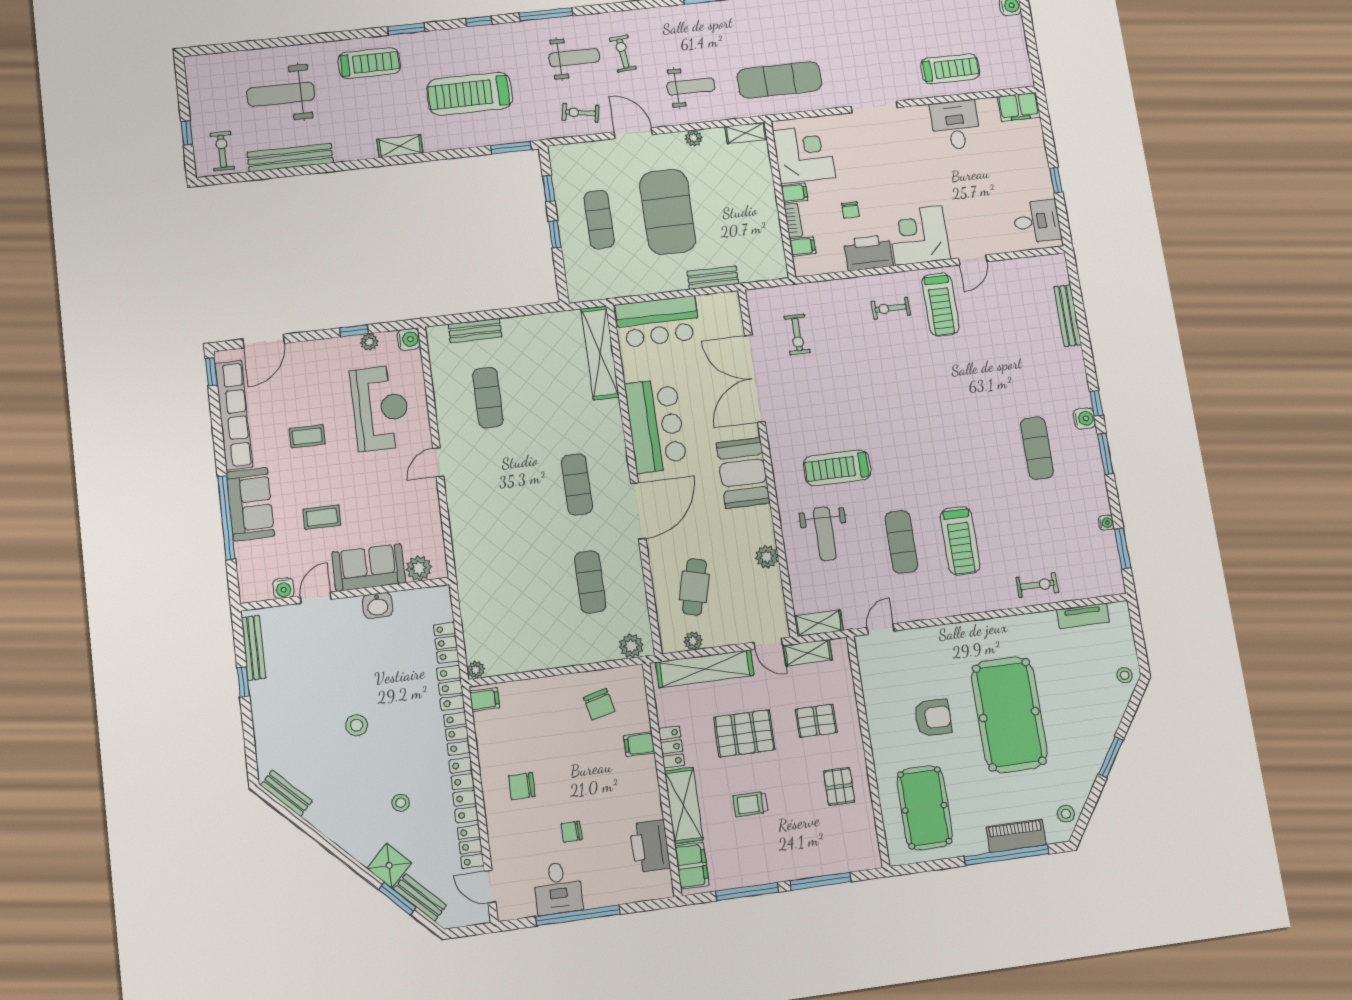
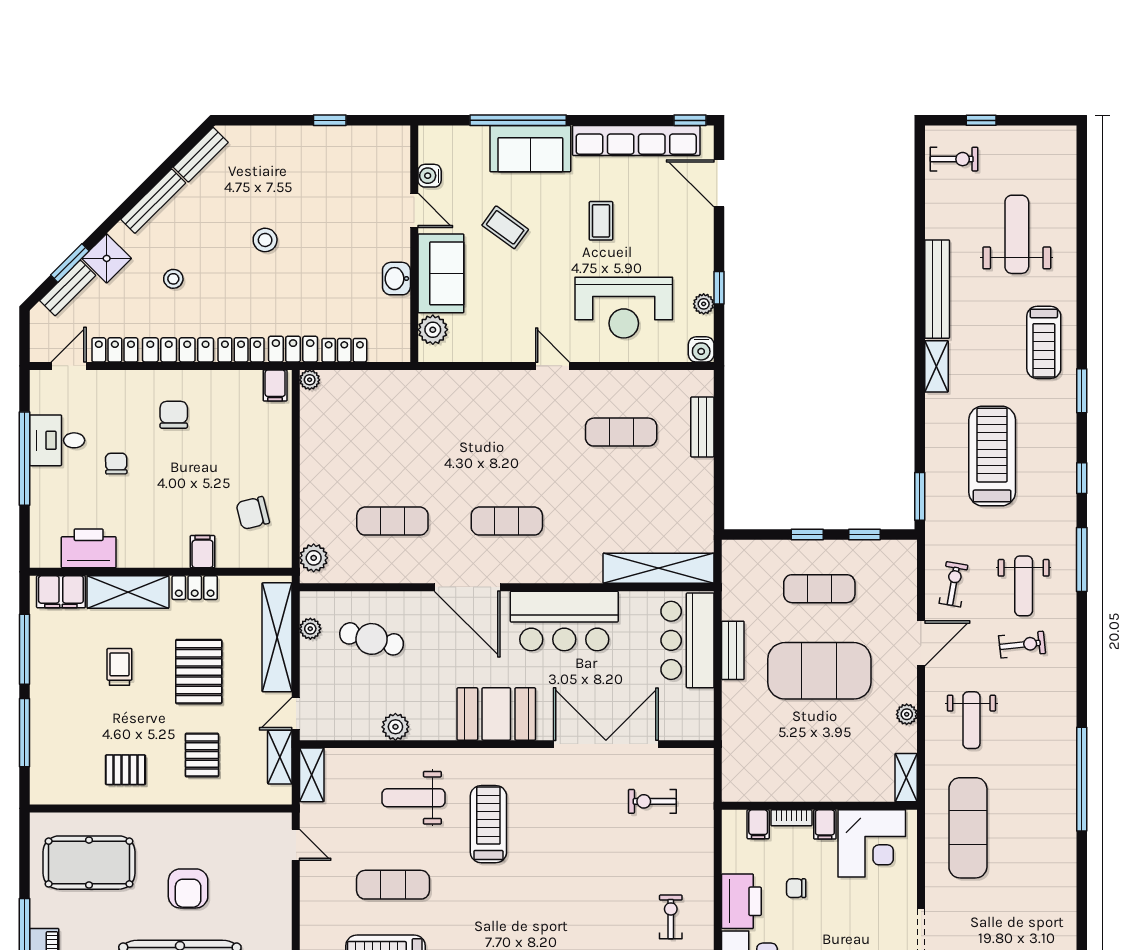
bench: (290, 158) -> (937, 289), moved
bench: (713, 278) -> (733, 650), moved
coffee table: (322, 517) -> (505, 227), turned -54
bench: (254, 648) -> (153, 201), moved, turned -45

